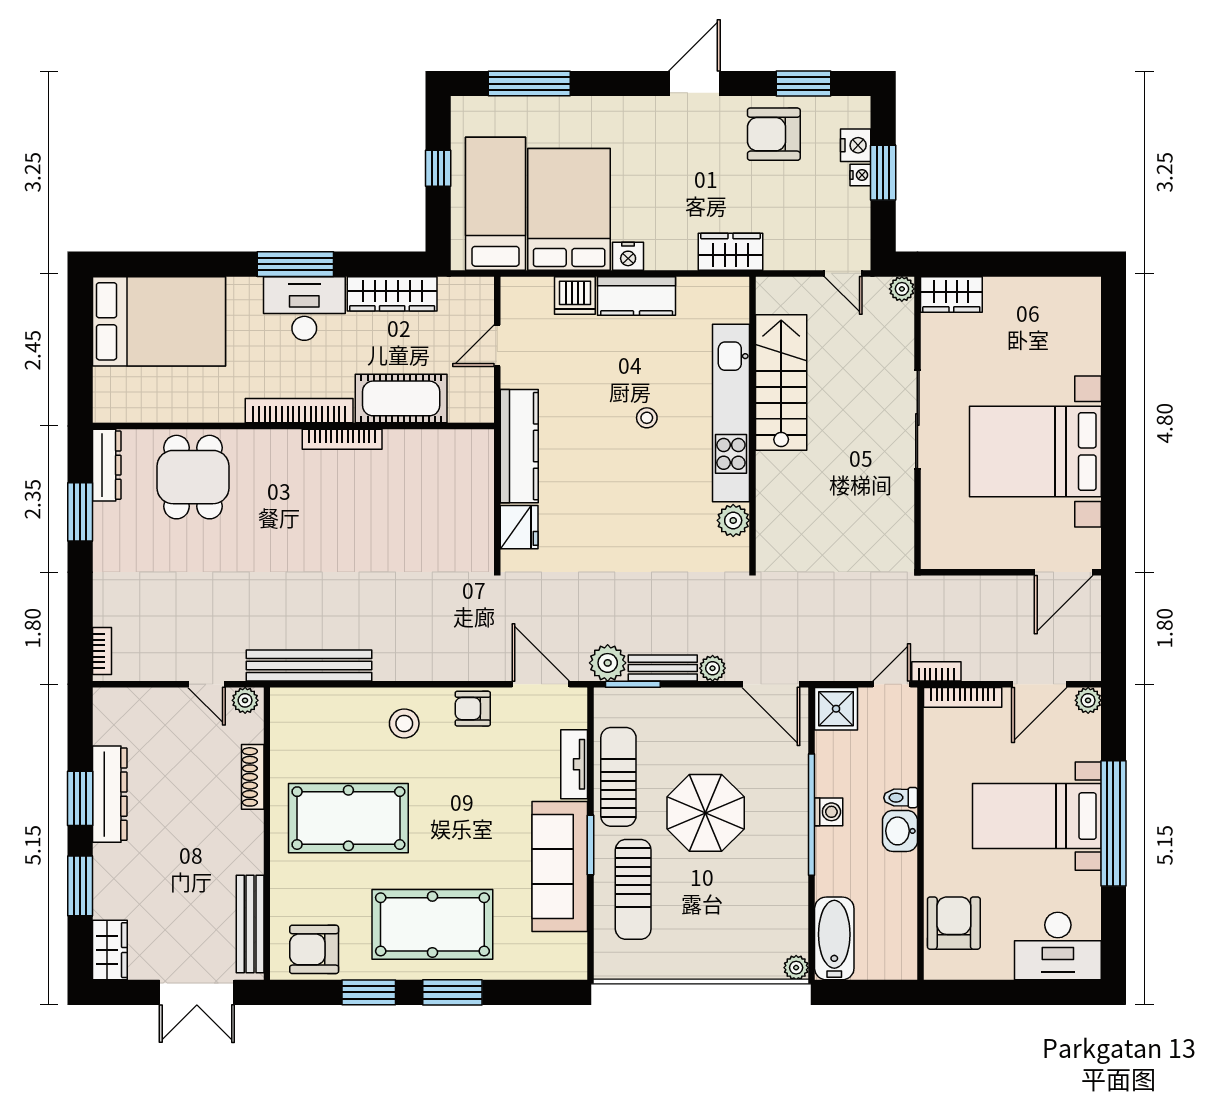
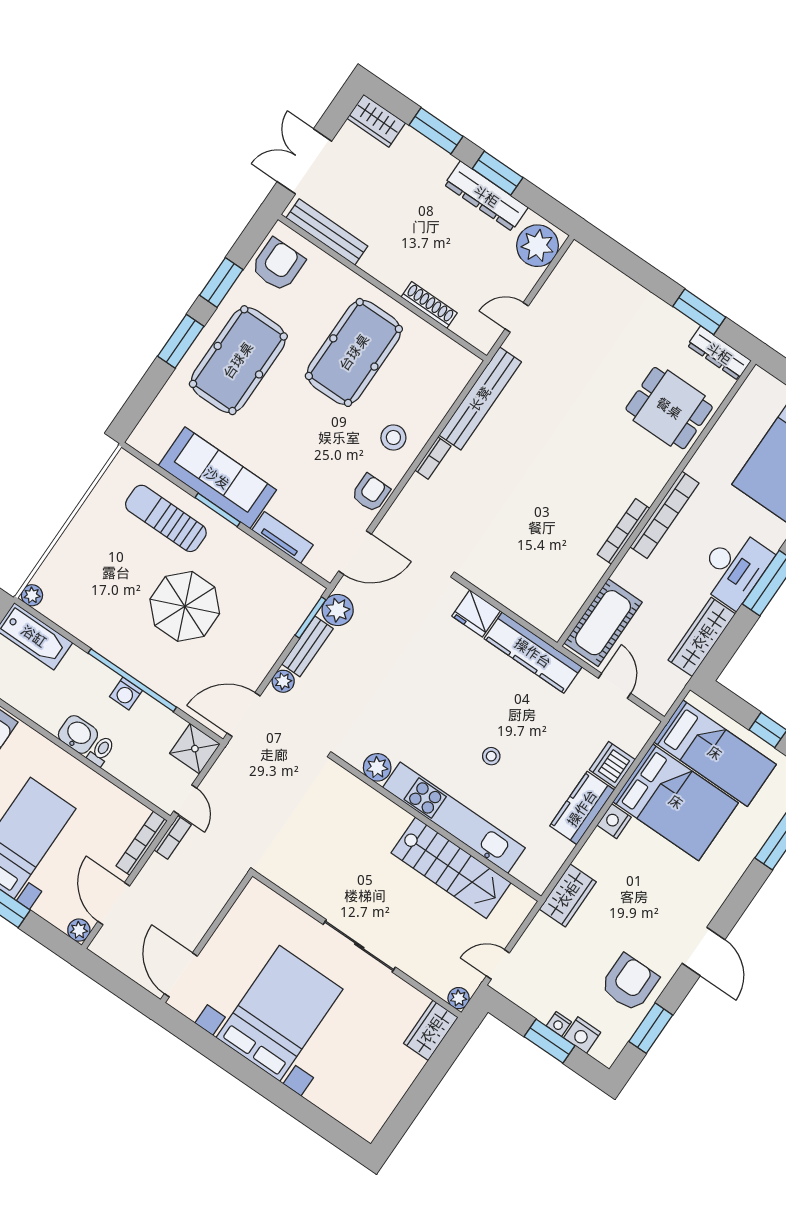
cot: (401, 398) -> (603, 623), moved
bookcase: (102, 651) -> (433, 458), moved, turned -90
plant: (245, 700) -> (537, 246), moved, width x1.88, depth x1.88
sun lounger: (618, 777) -> (252, 562), removed

